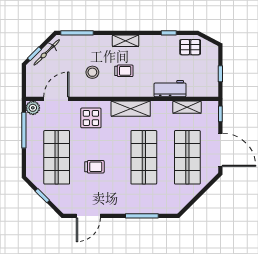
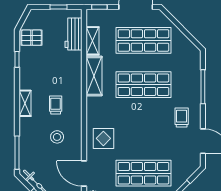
pallet: (190, 47) -> (32, 38), turned 90
workbench: (170, 89) -> (74, 34), moved
shelving: (131, 109) -> (94, 76), moved
trolley: (94, 167) -> (182, 117), moved

